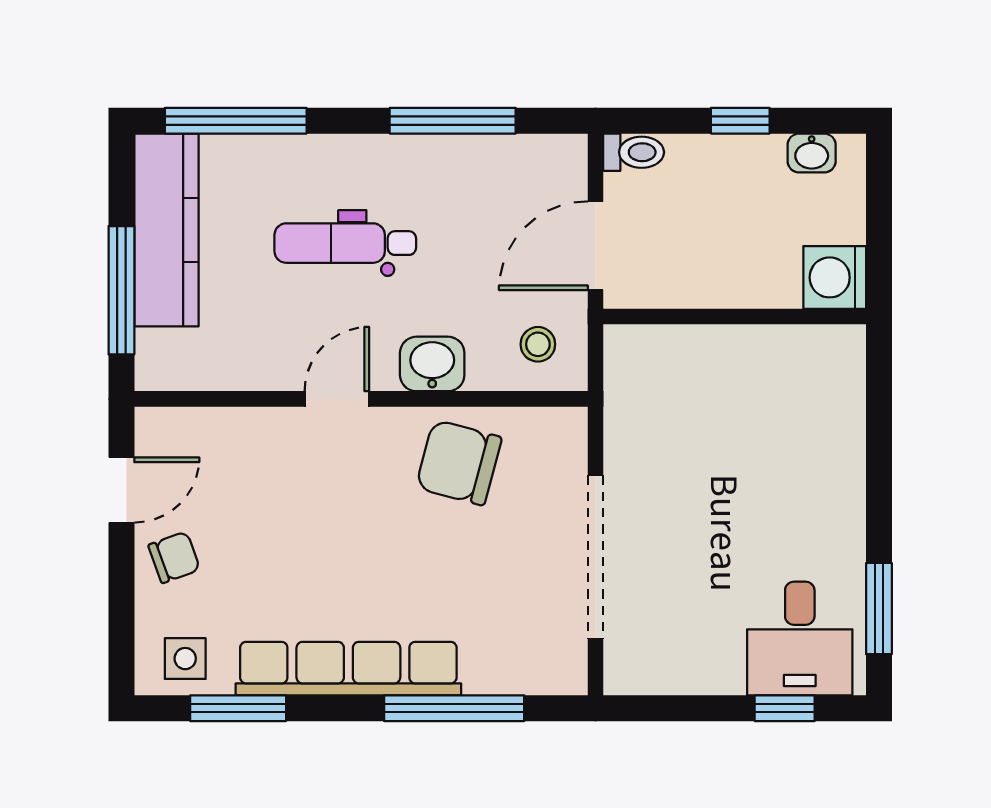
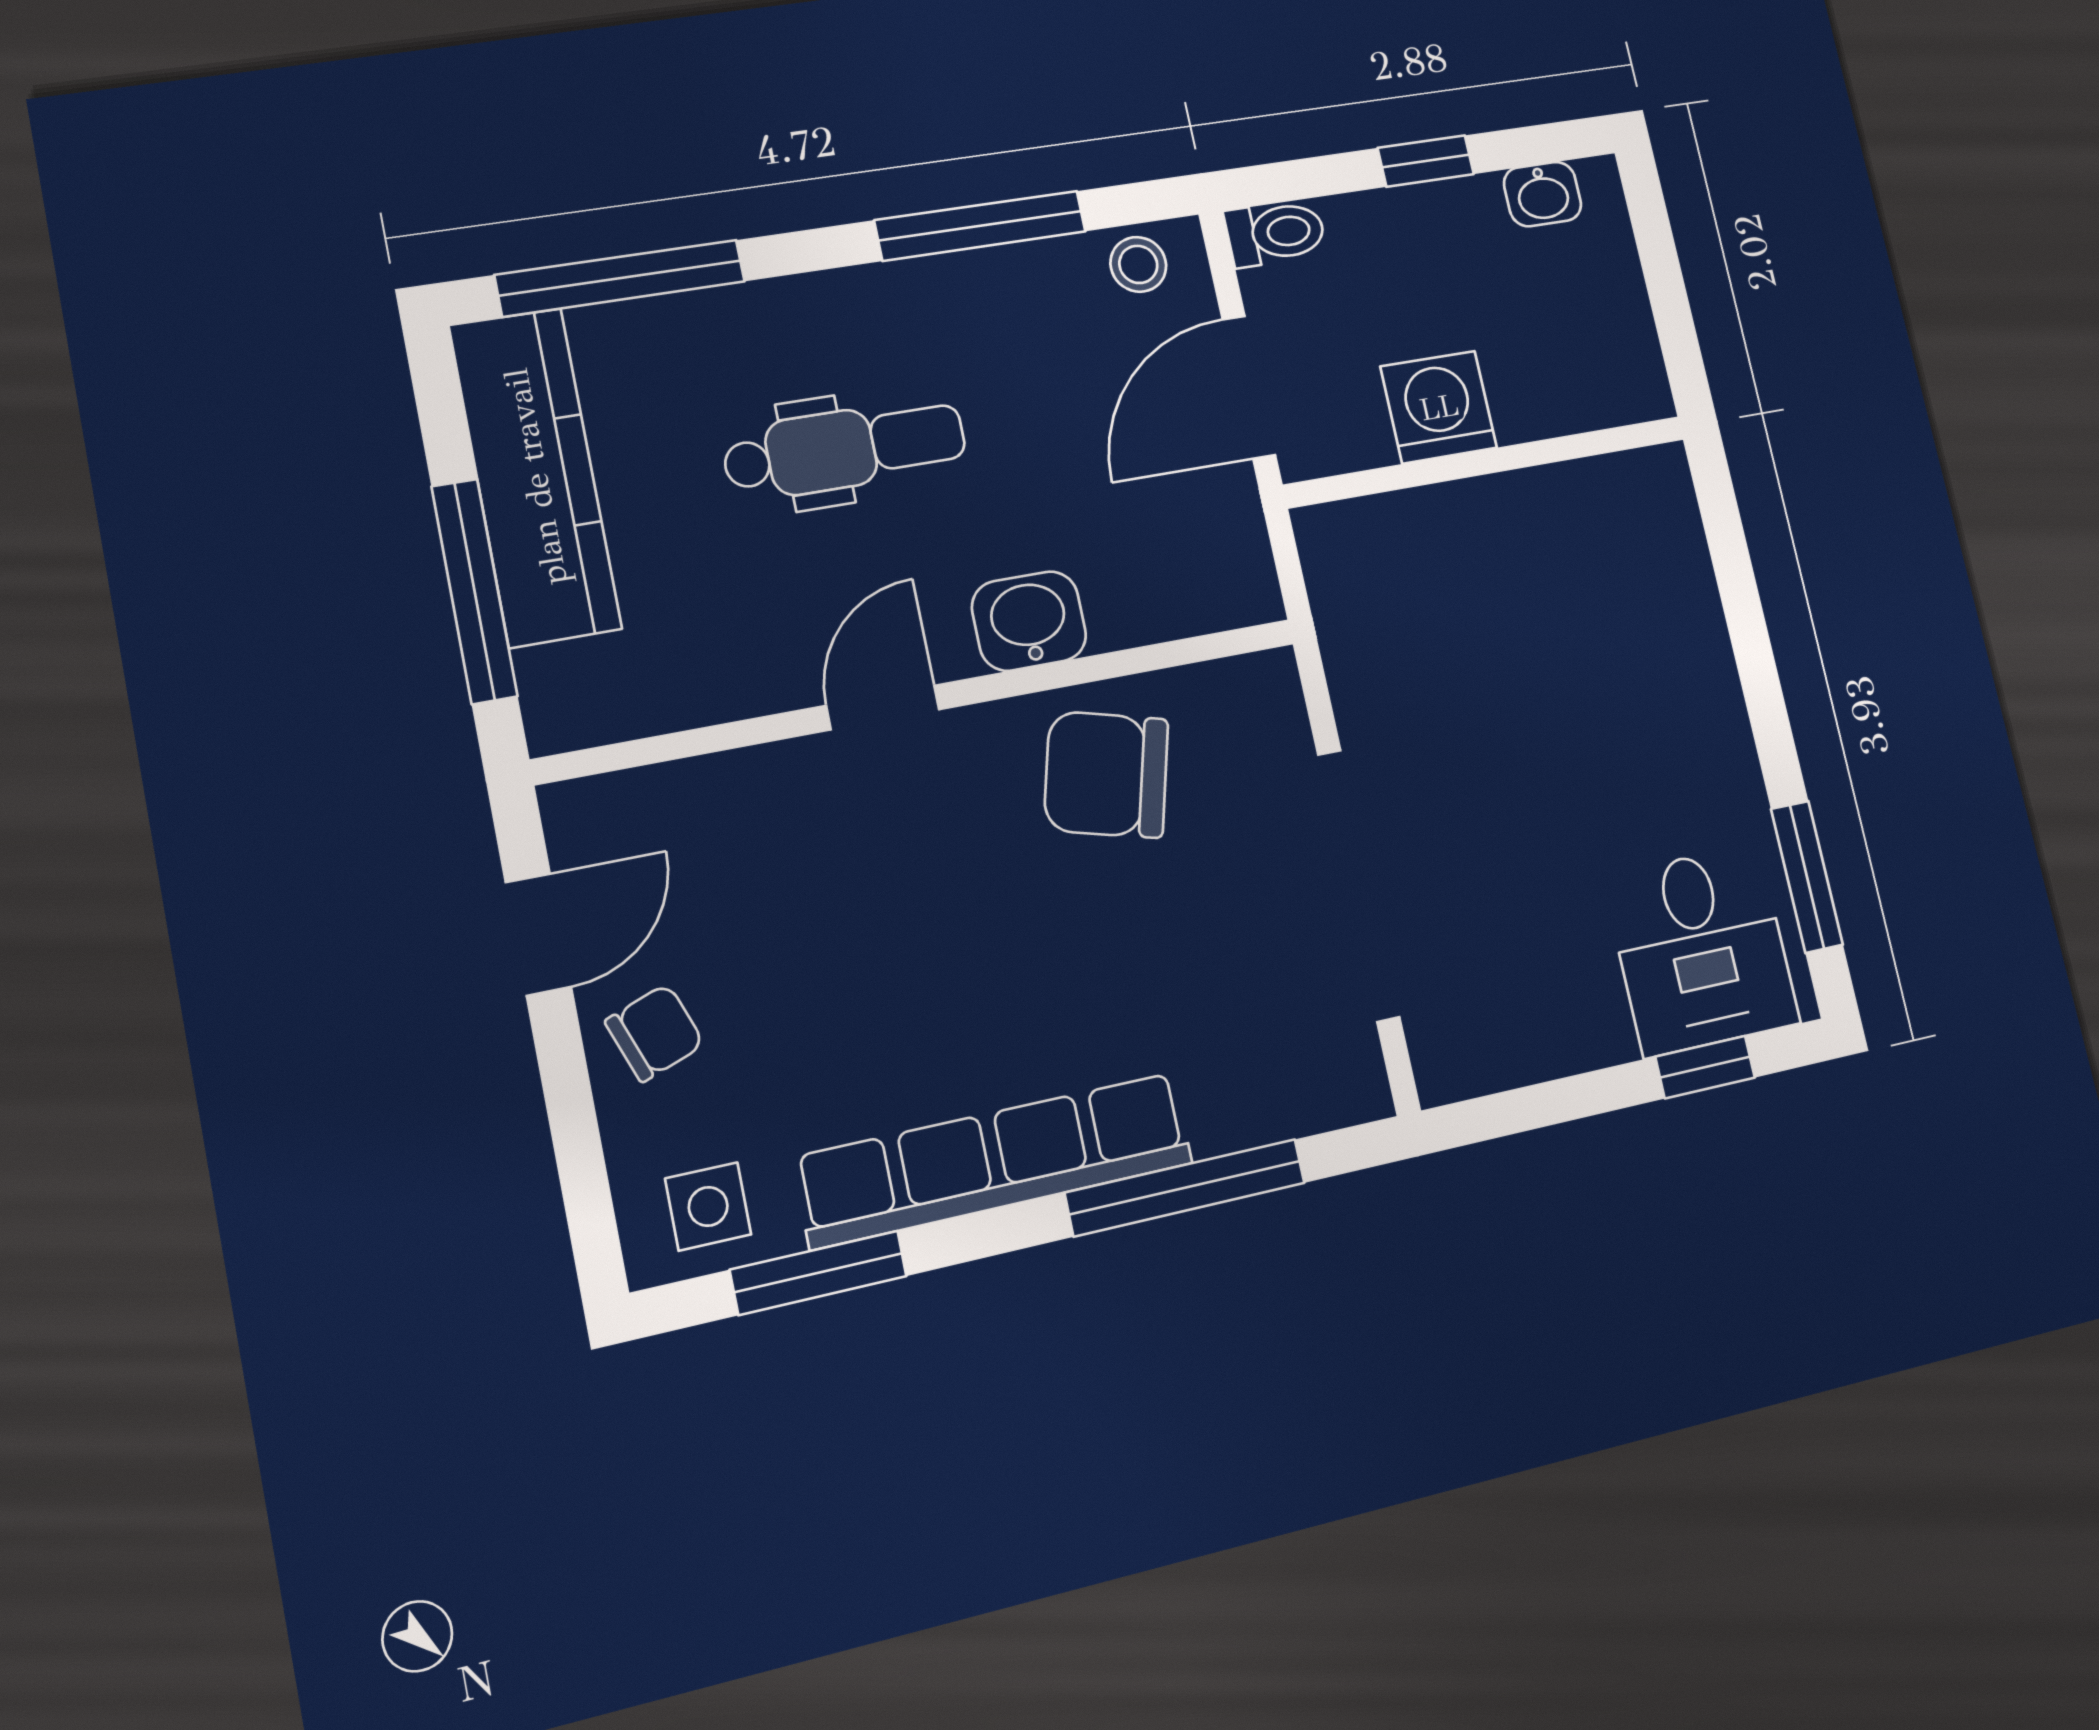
dental chair: (345, 243) -> (845, 449), turned 180
washing machine: (835, 277) -> (1439, 407), moved, turned 90
stool: (538, 344) -> (1138, 264), moved

